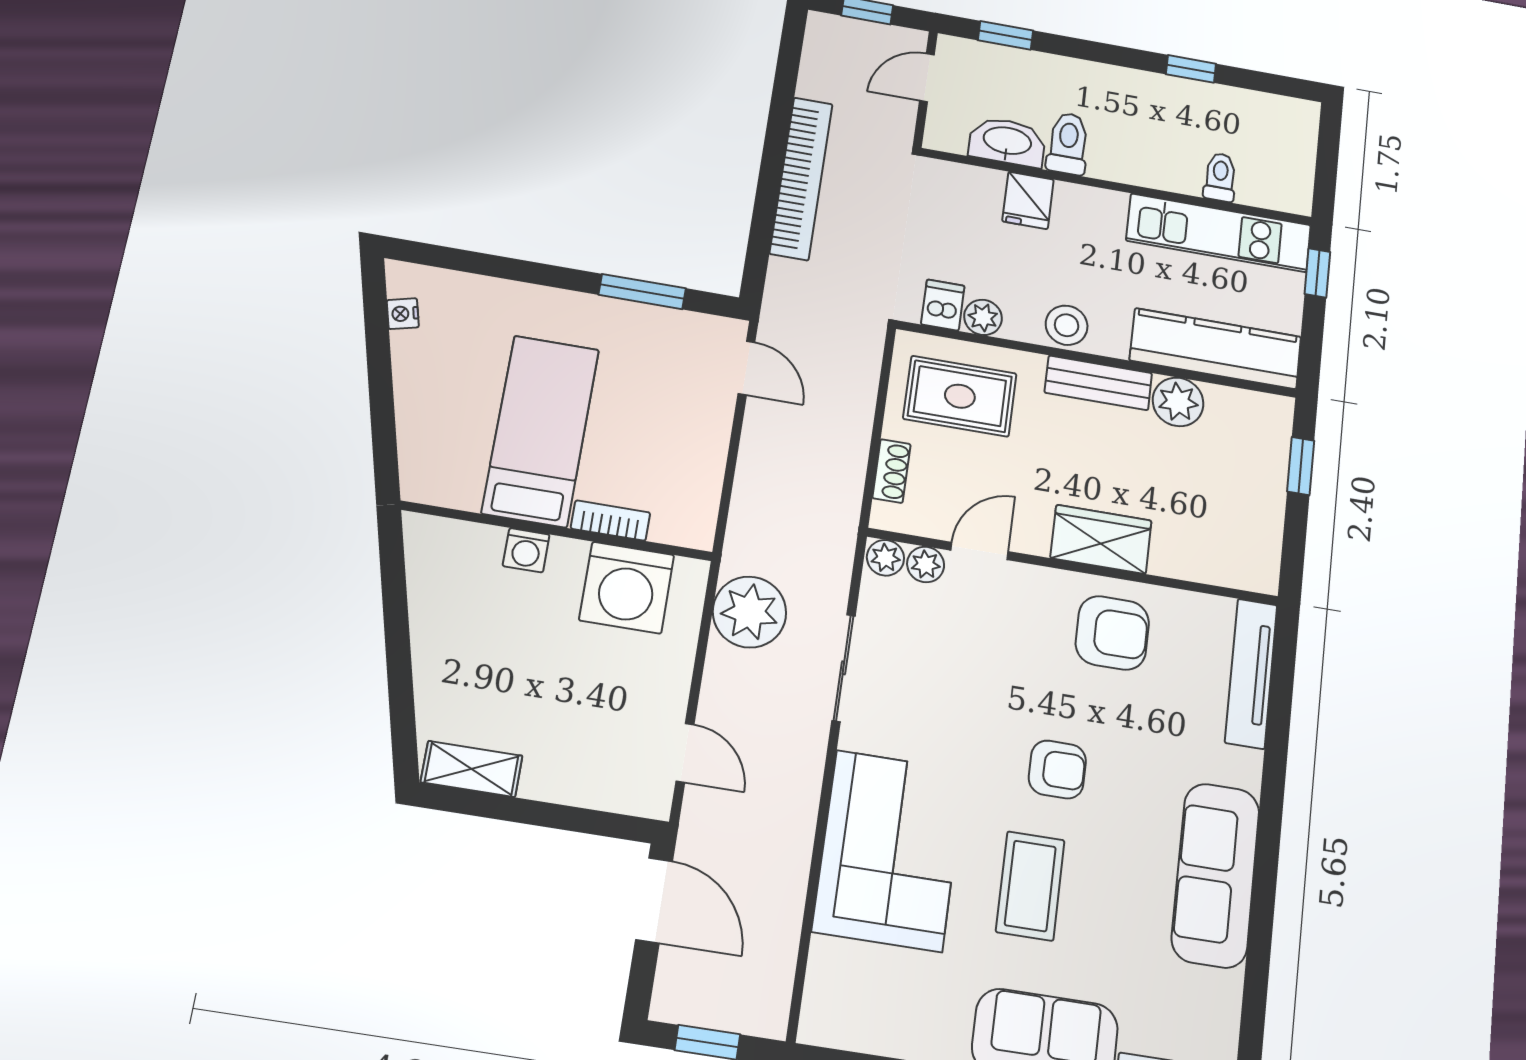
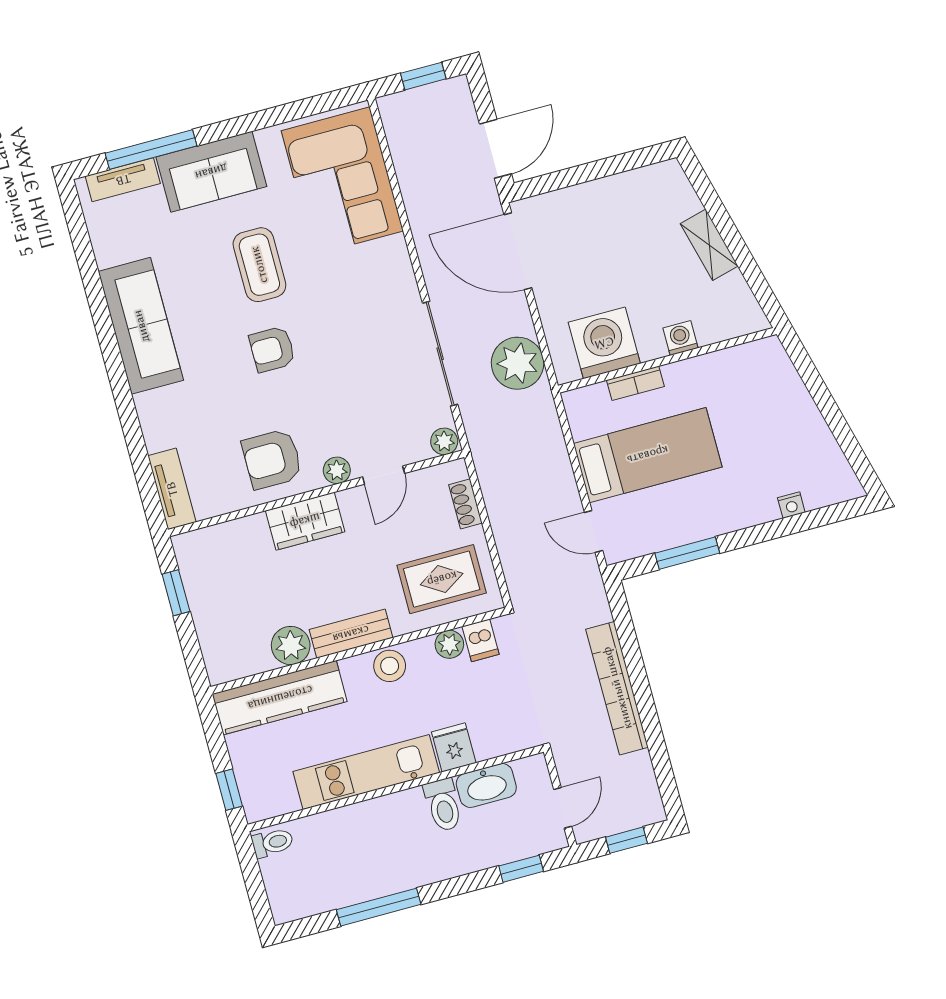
window: (1191, 69) -> (379, 907), width x2.17
toilet: (1220, 177) -> (273, 843), moved, turned -90
kitchen unit: (1219, 233) -> (366, 772), moved
nightstand: (403, 314) -> (791, 505), moved, turned 104
bed: (540, 431) -> (648, 455), moved, turned -90
window: (1301, 466) -> (176, 593), moved
plant: (926, 564) -> (337, 470), moved
sliding door: (844, 668) -> (440, 354), width x1.37
tv unit: (1251, 673) -> (172, 489), width x0.71
door: (685, 753) -> (518, 251), width x1.88
shelving: (472, 769) -> (709, 245), moved, turned 76
corner sofa: (889, 850) -> (342, 181), moved
door: (654, 900) -> (496, 149), swing flipped

